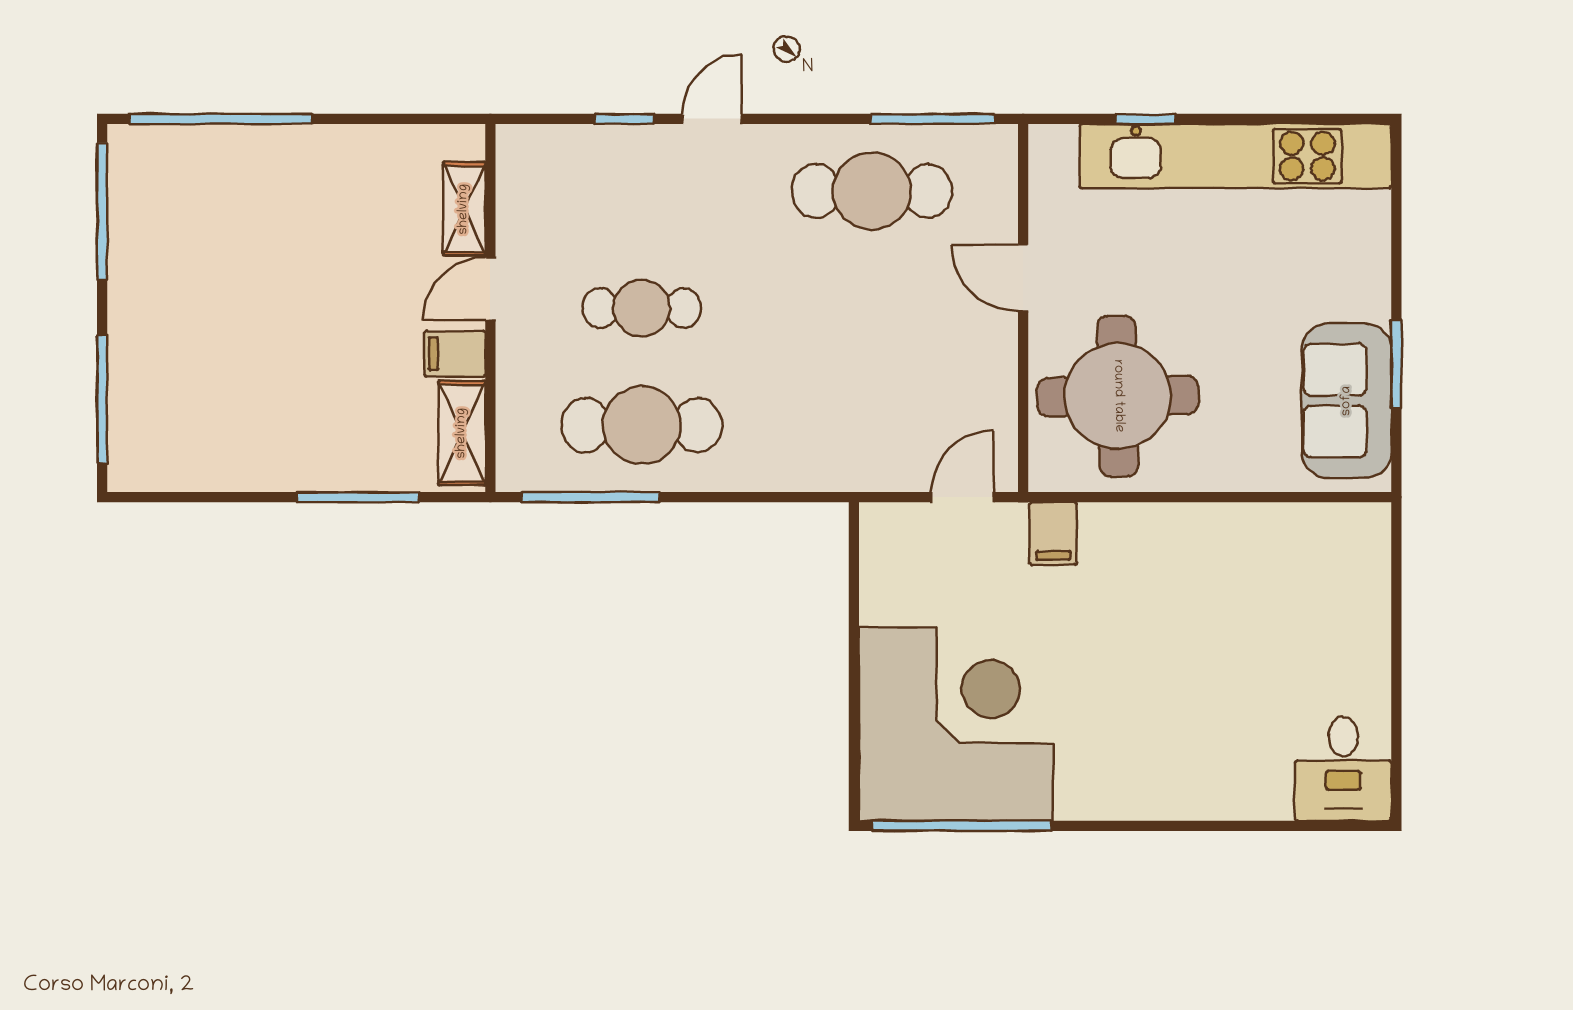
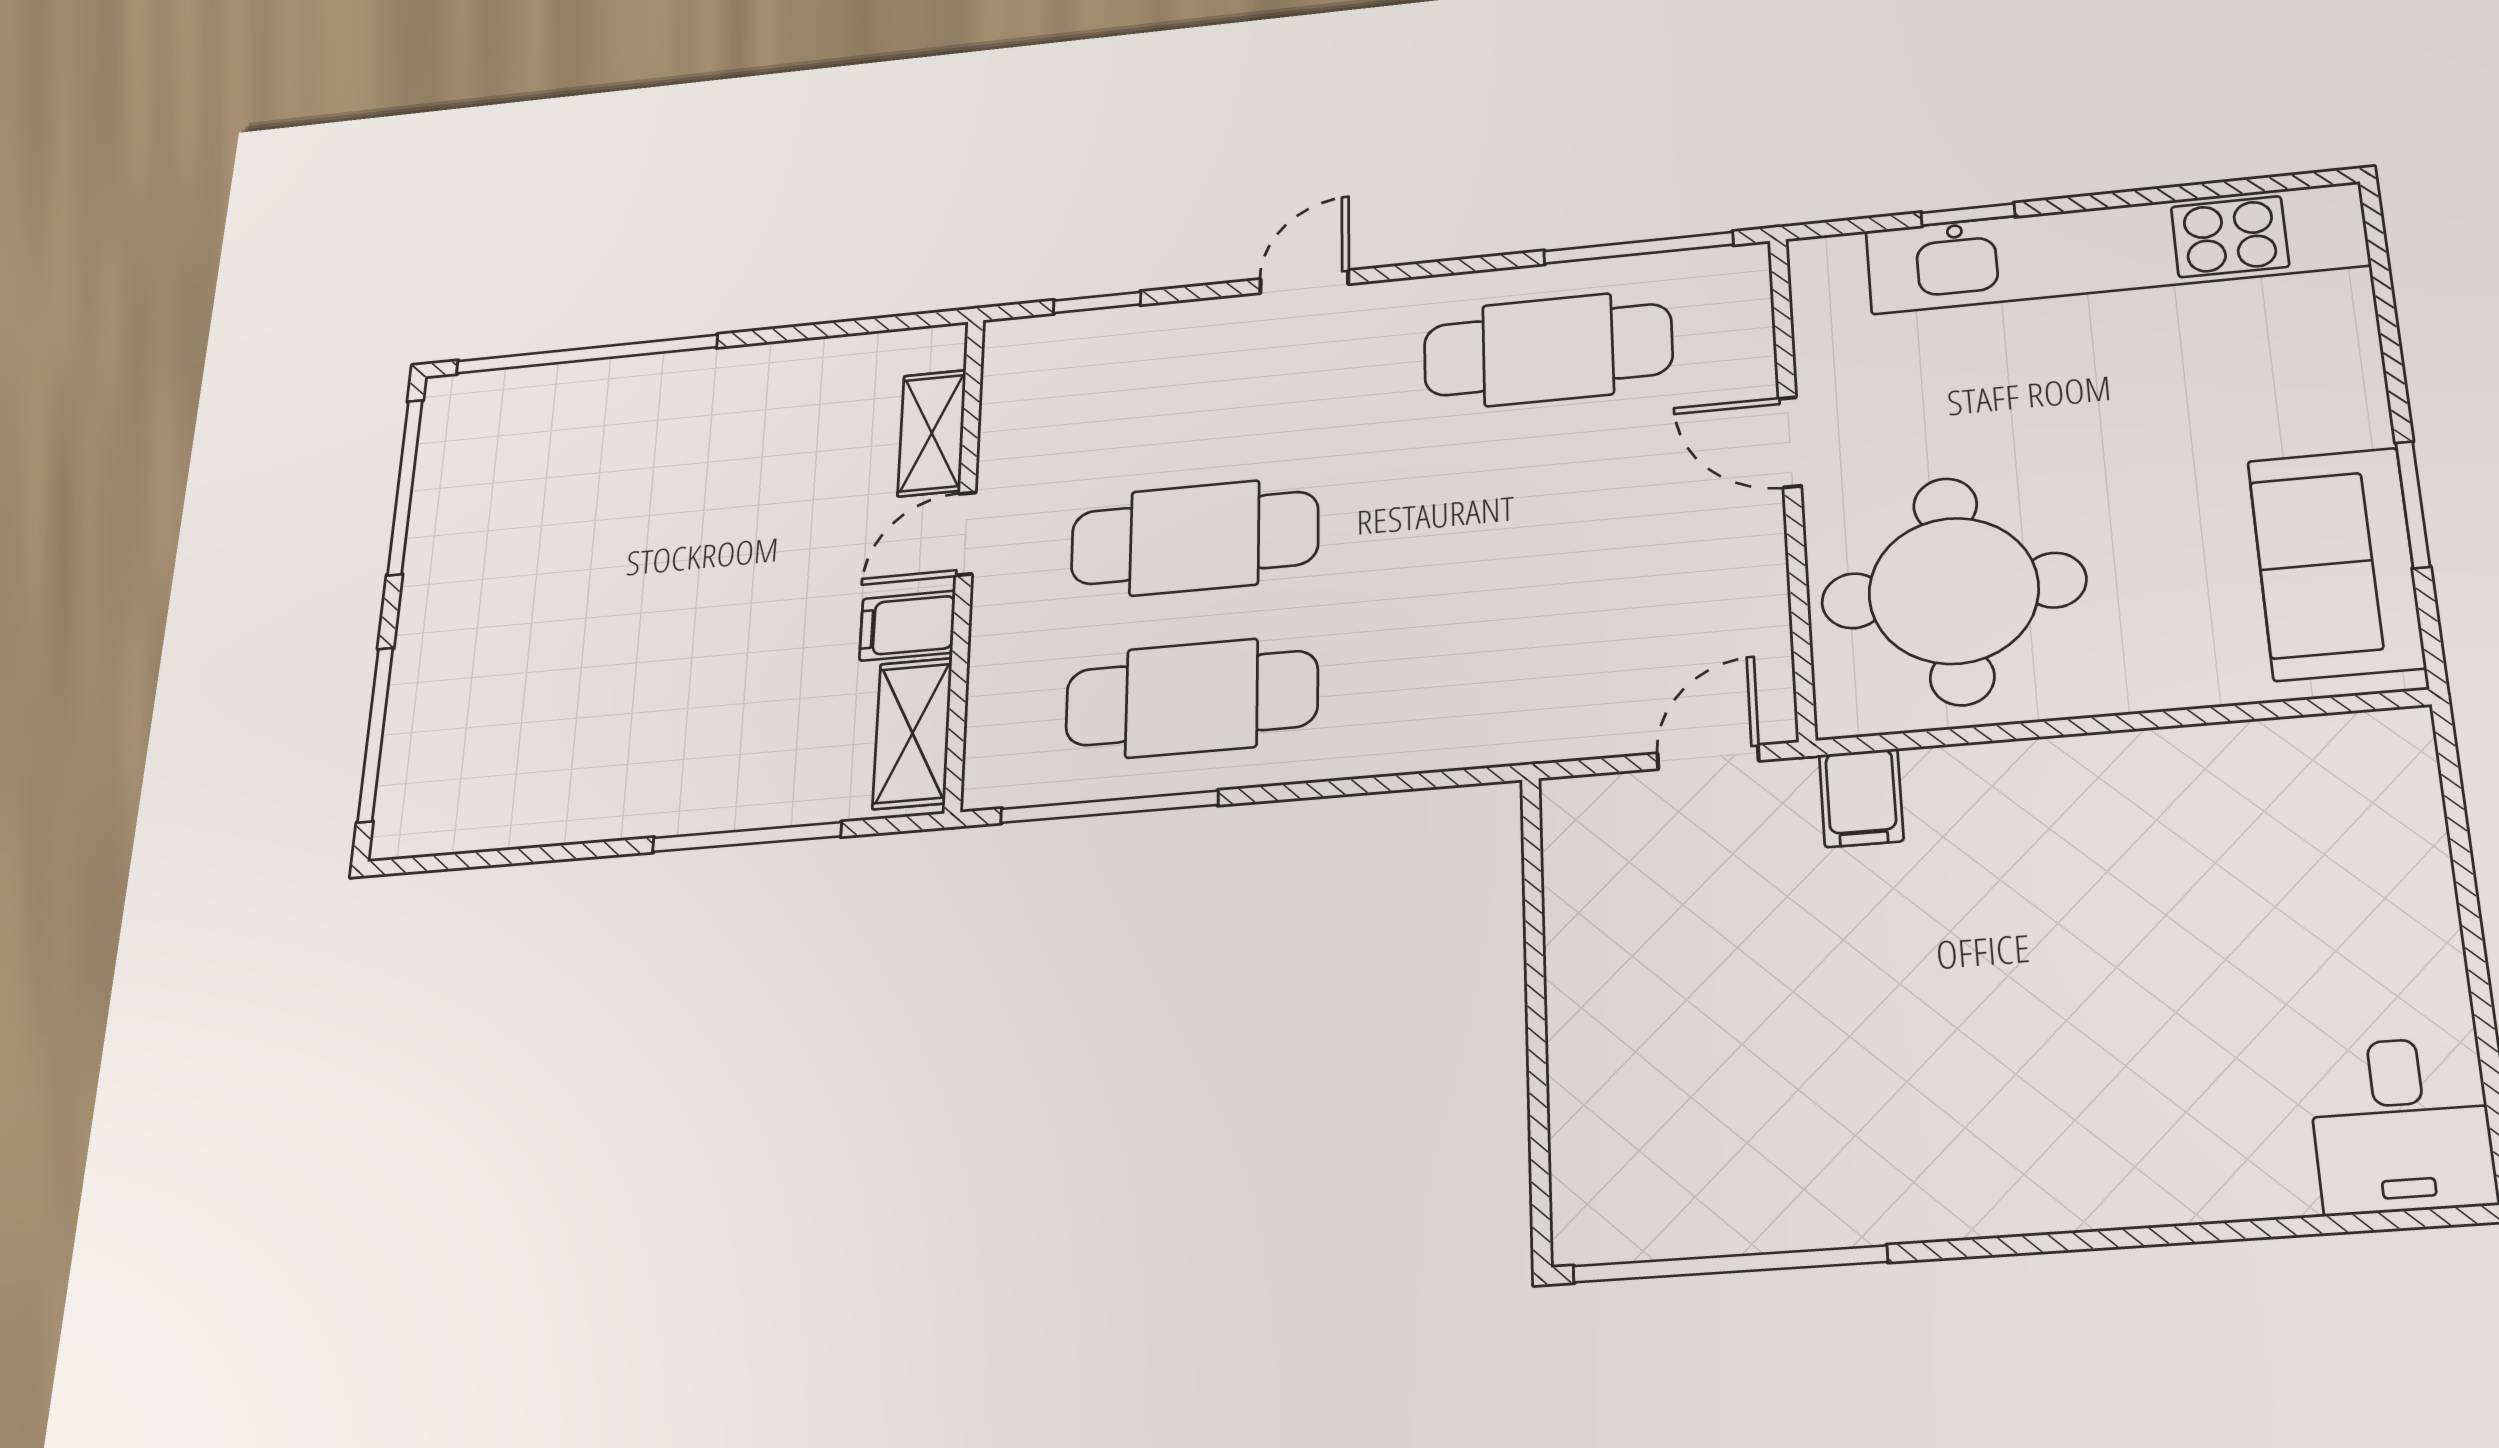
window: (624, 119) -> (1097, 303), moved
cafe table: (642, 308) -> (1195, 538), width x1.37, depth x1.35
corner desk: (956, 724) -> (1712, 1101), removed

